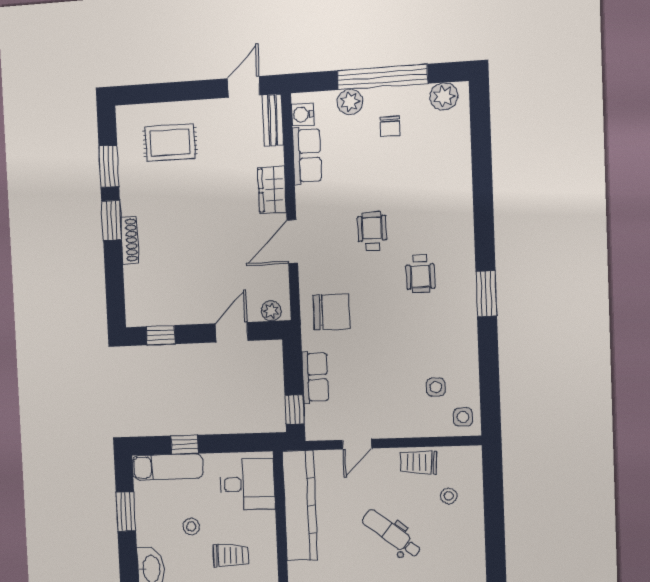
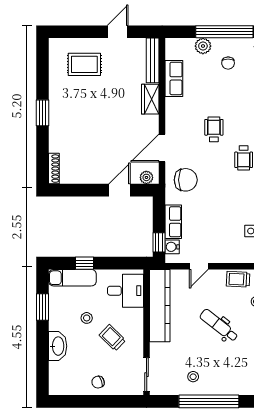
door: (244, 87) -> (118, 32), moved
water cooler: (303, 115) -> (172, 247), moved
bench: (273, 120) -> (153, 60), width x1.36
window: (109, 166) -> (42, 77), removed
shoe rack: (129, 240) -> (54, 169), moved
door: (292, 242) -> (162, 148), moved
window: (161, 335) -> (72, 190), removed
trolley: (231, 555) -> (112, 338), turned -136

